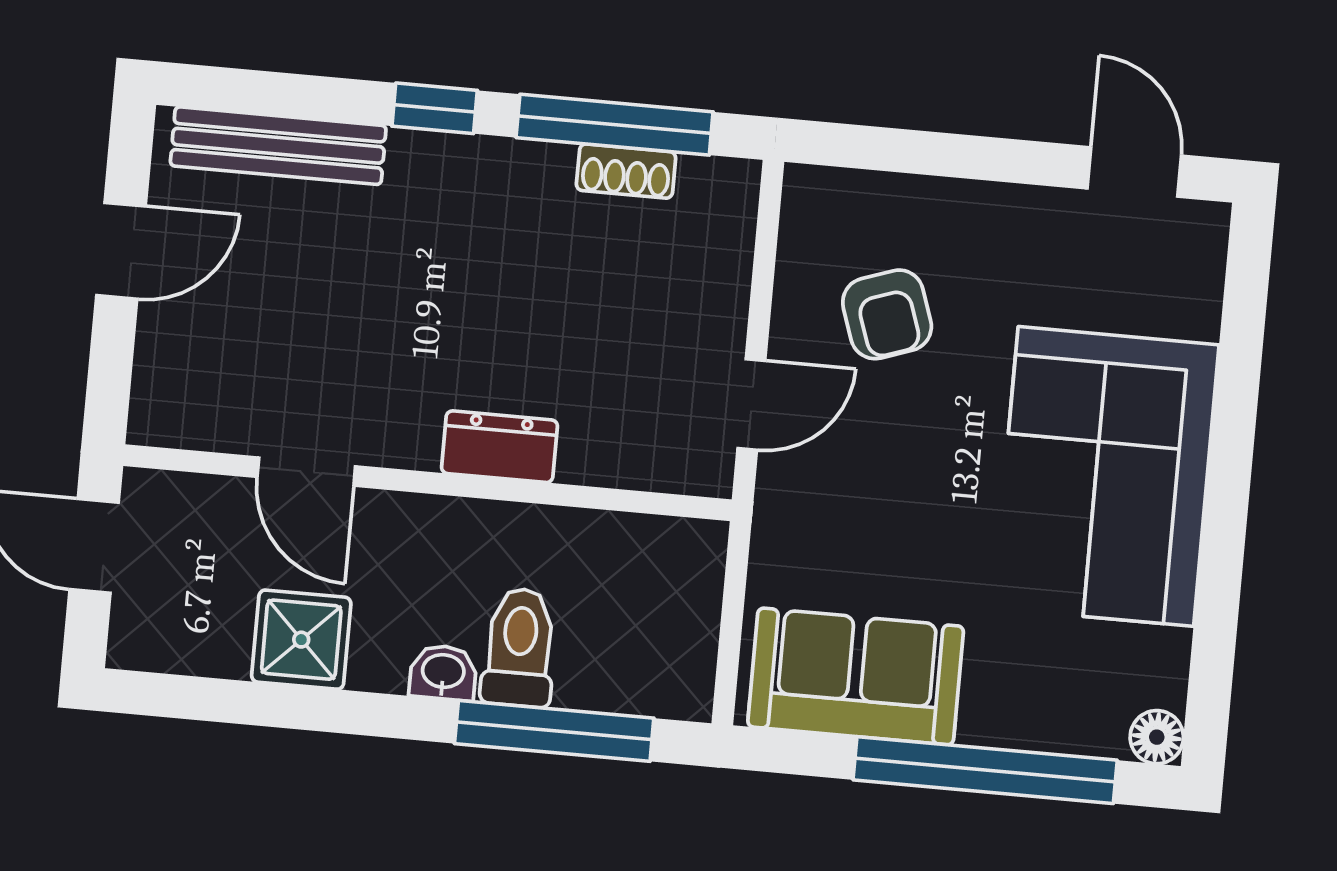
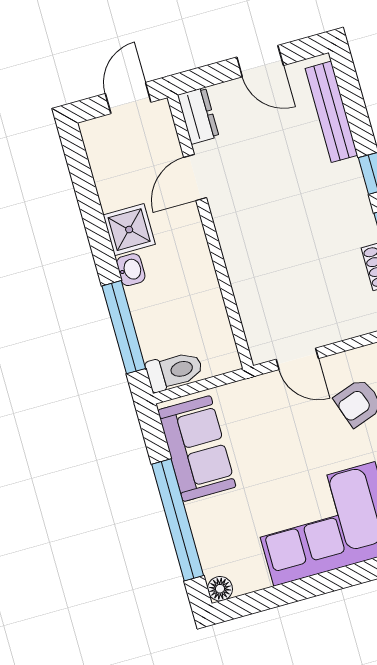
dresser: (500, 447) -> (198, 116), moved
shower: (301, 640) -> (129, 230), moved
toilet: (519, 647) -> (174, 371), moved

